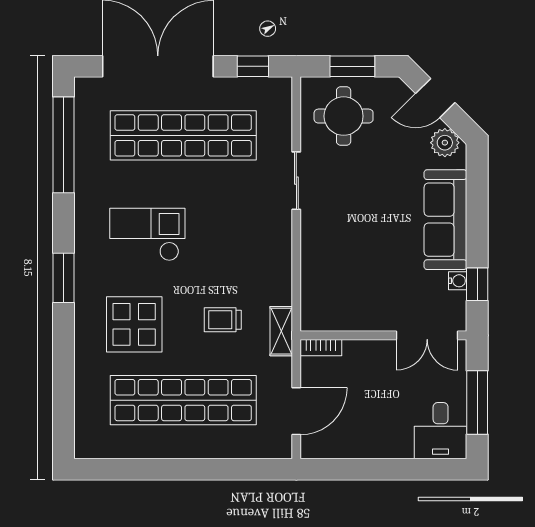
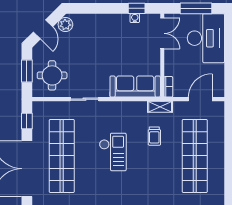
sofa: (445, 220) -> (135, 87), moved, turned 180
checkout: (147, 235) -> (113, 152), moved, turned 180
display table: (134, 324) -> (157, 181), removed
door: (296, 411) -> (200, 99), hinge flipped
desk: (441, 431) -> (206, 38), width x1.87, depth x1.30

